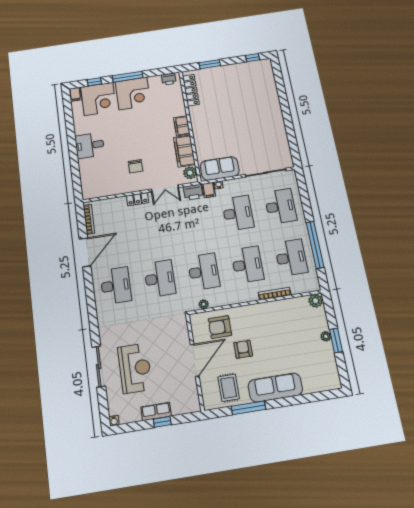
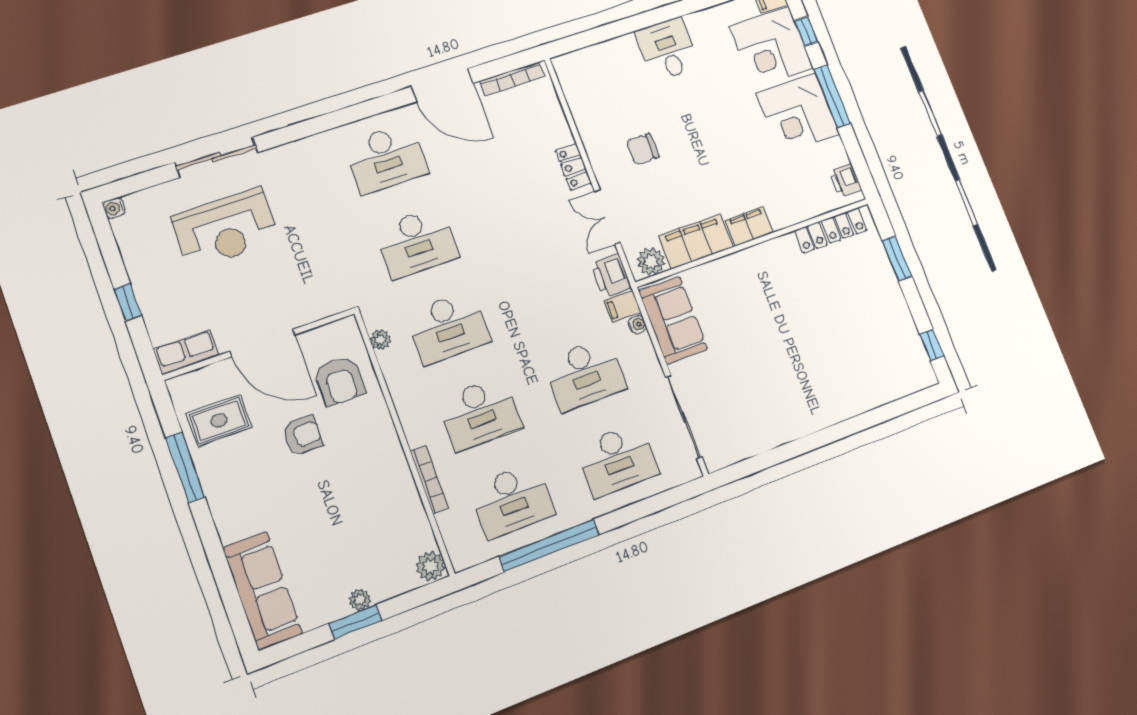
armchair: (220, 327) -> (340, 381), turned 180
sofa: (275, 388) -> (263, 591), moved
row of seats: (156, 412) -> (186, 352), moved, turned -90

